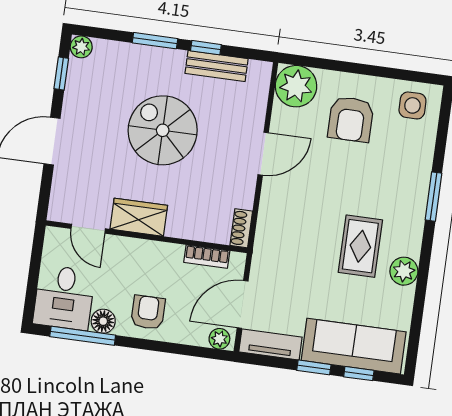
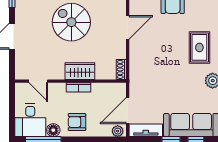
wardrobe: (139, 217) -> (80, 71), moved
rug: (360, 246) -> (199, 47), moved
bookcase: (207, 257) -> (78, 87), moved
armchair: (148, 312) -> (77, 122), turned -90

